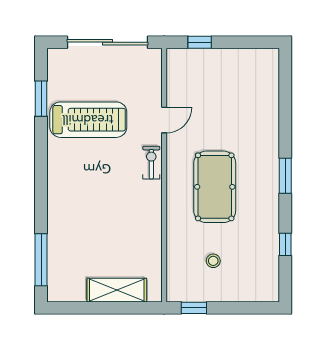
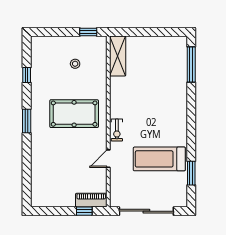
piano: (189, 59) -> (91, 200), added
pool table: (215, 187) -> (74, 114), turned 90
shelving: (117, 290) -> (118, 56), moved, turned 90

